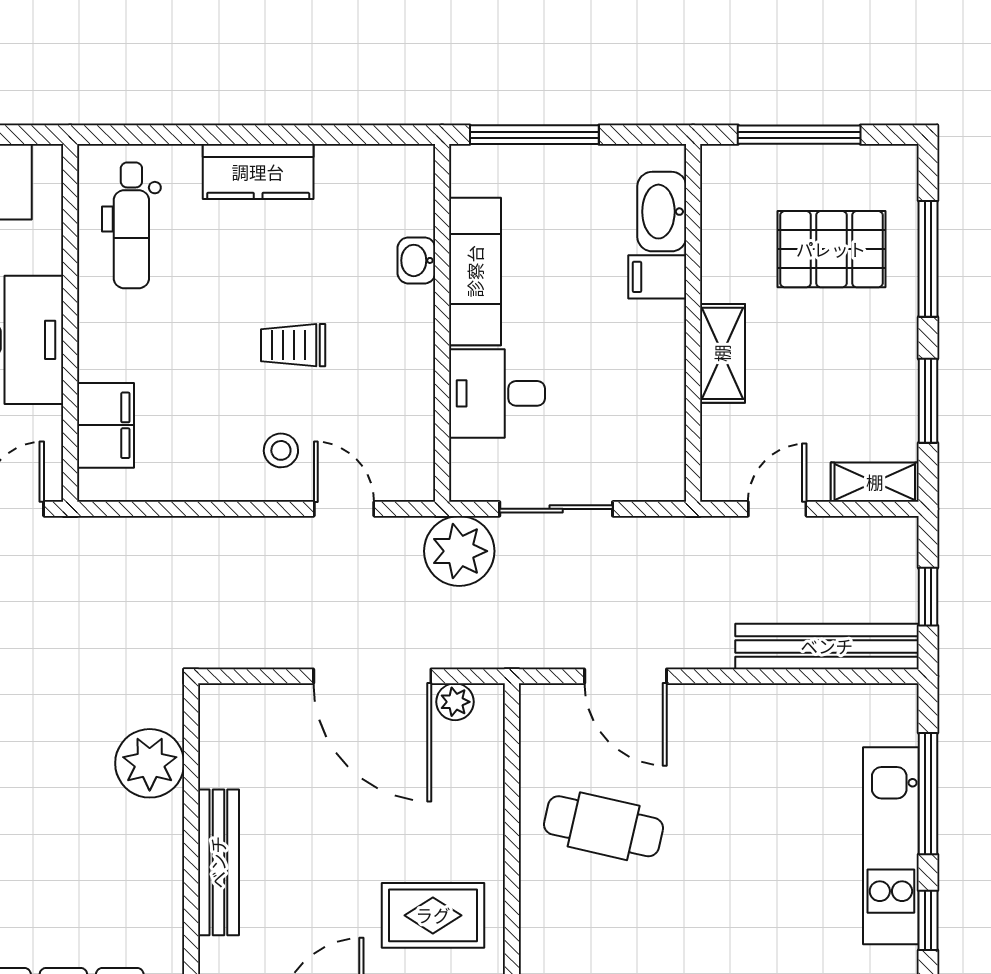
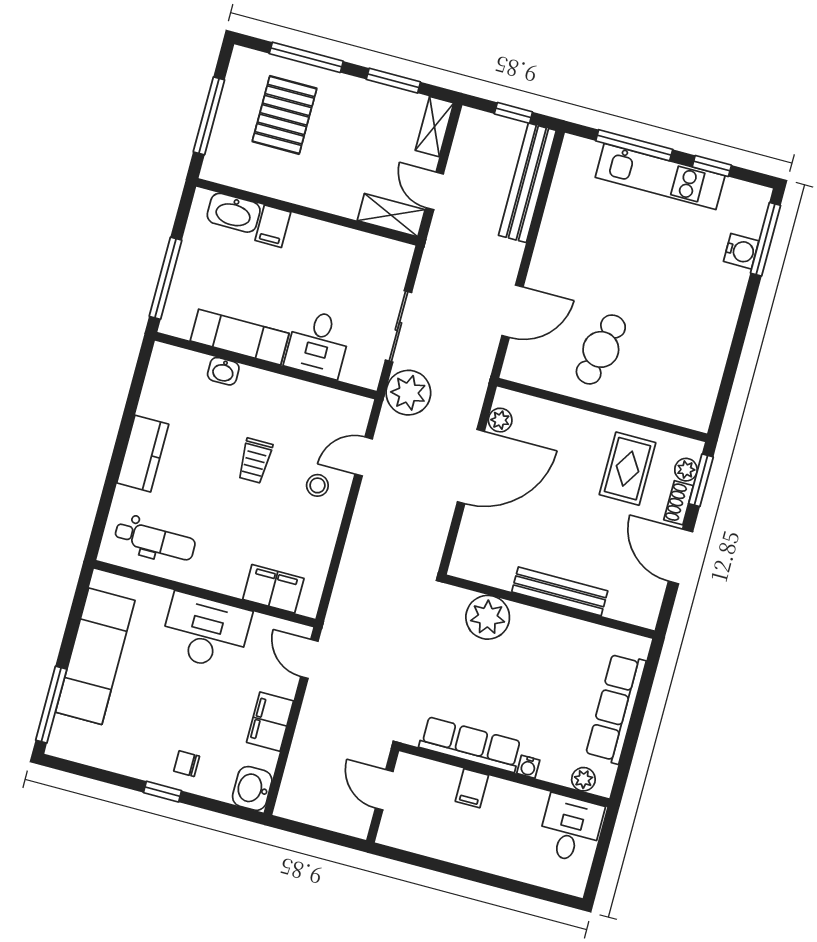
shelving: (722, 353) -> (391, 215), moved

